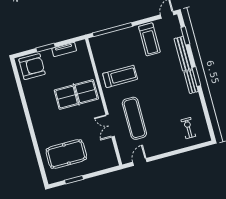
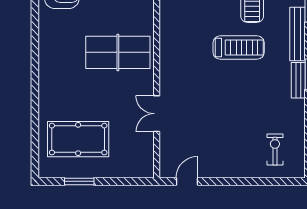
treadmill: (120, 76) -> (239, 48), moved
exercise mat: (134, 118) -> (197, 113), removed

